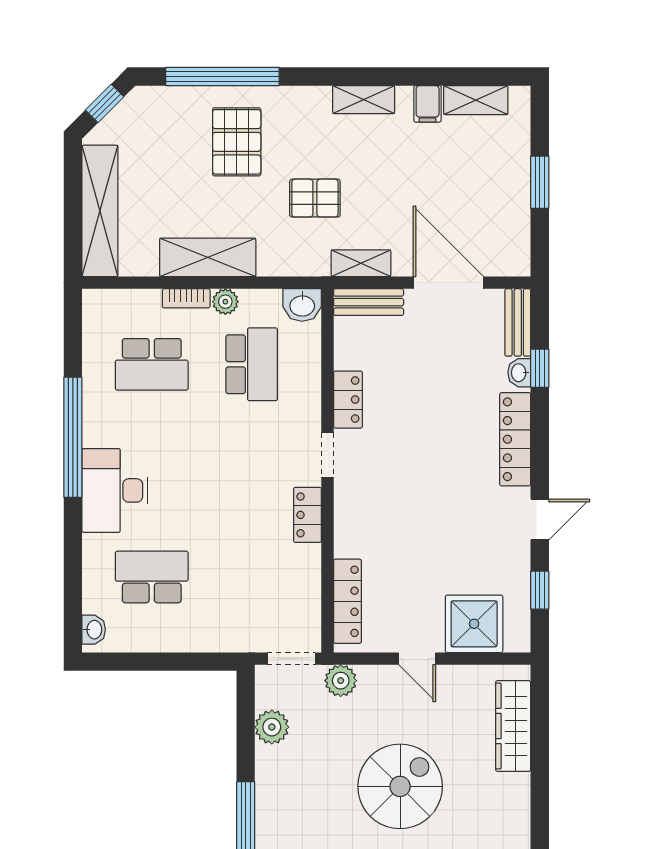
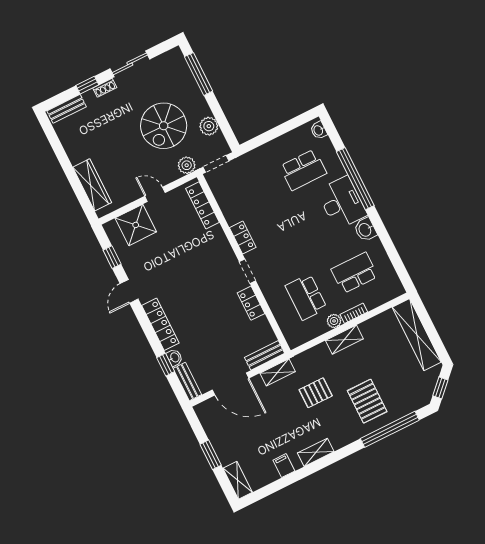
shelving: (476, 100) -> (238, 480), moved, turned 90
shelving: (208, 257) -> (344, 340), width x0.67, depth x0.75
washbasin: (302, 305) -> (365, 230), moved, turned -90
window: (73, 437) -> (355, 179), moved
spiral stairs: (400, 786) -> (164, 126), moved

